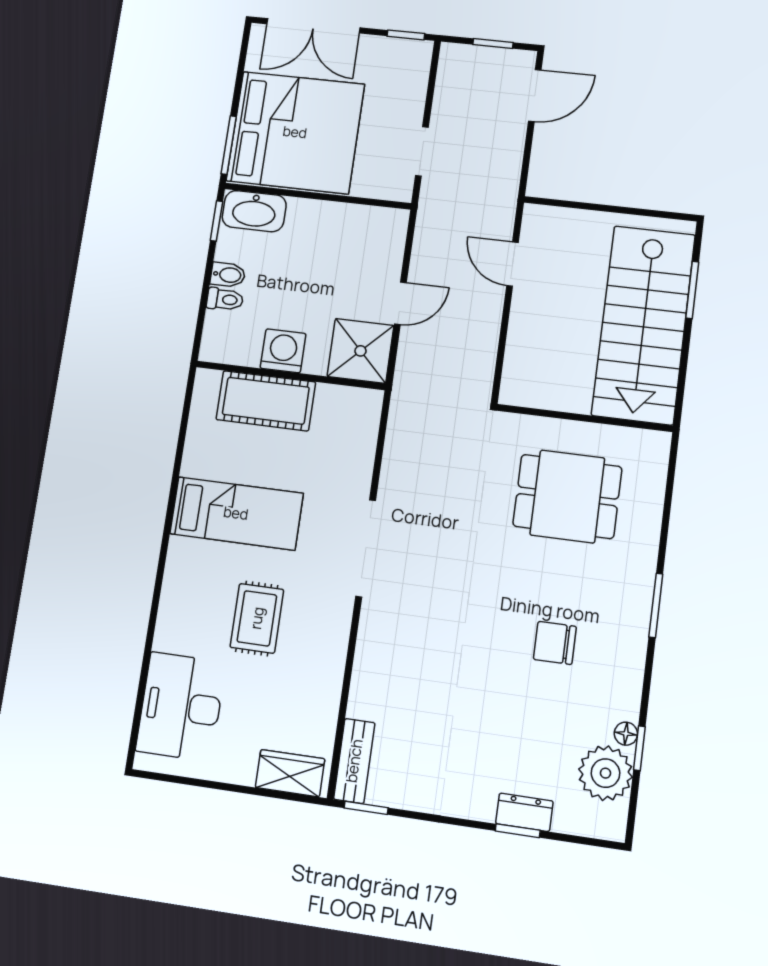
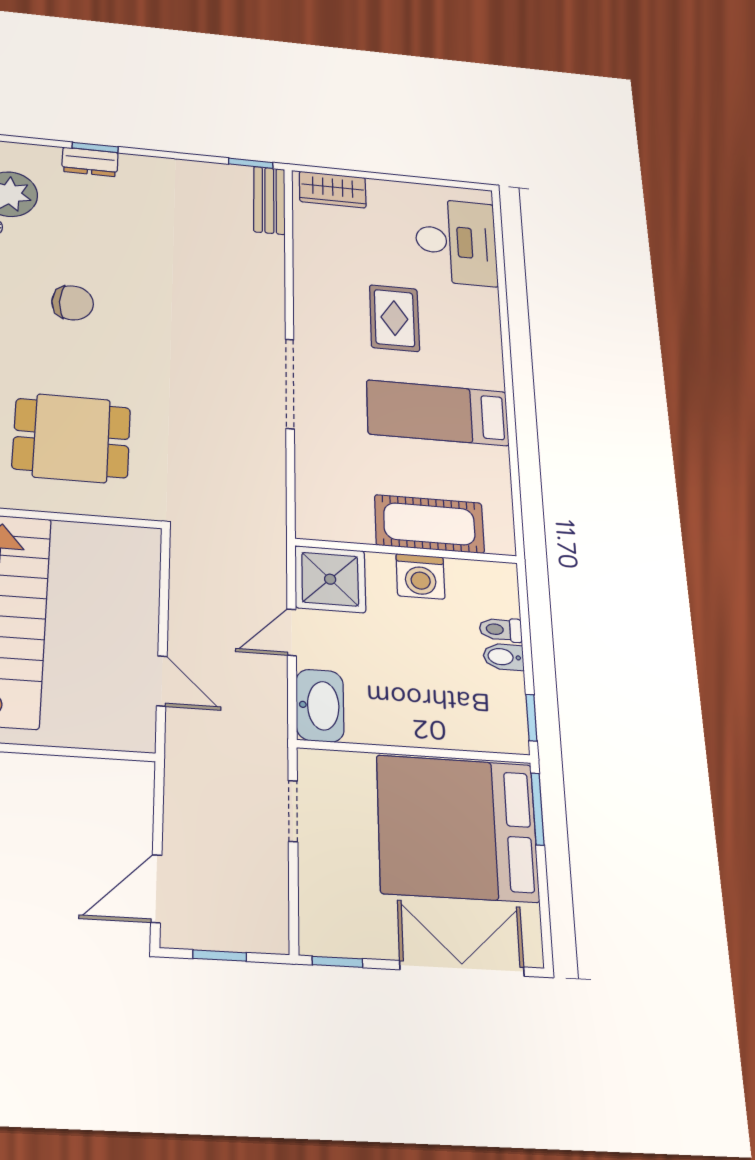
washbasin: (254, 211) -> (320, 706), moved, turned 90

